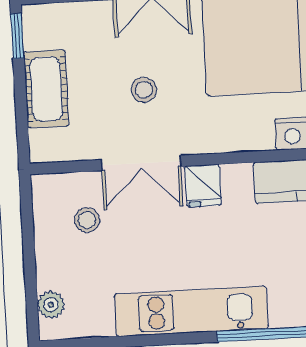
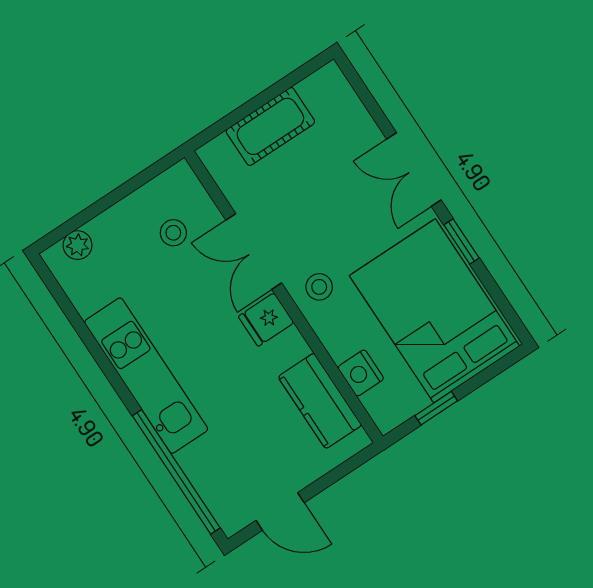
window: (17, 36) -> (303, 72), removed
stool: (144, 90) -> (319, 287), moved

